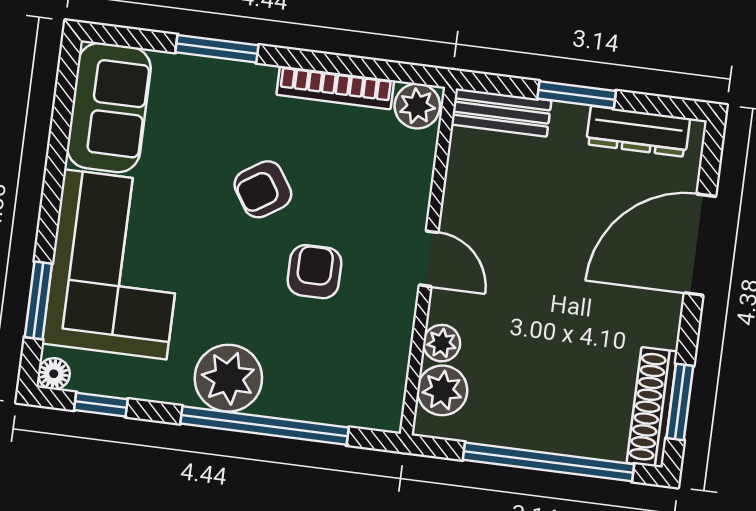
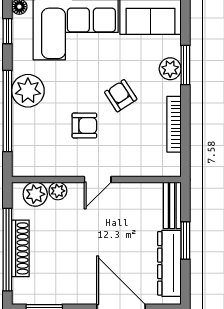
plant: (417, 106) -> (170, 69), moved
dresser: (638, 131) -> (169, 263), width x1.37, depth x1.24
shoe rack: (652, 407) -> (20, 248), moved, turned 90

